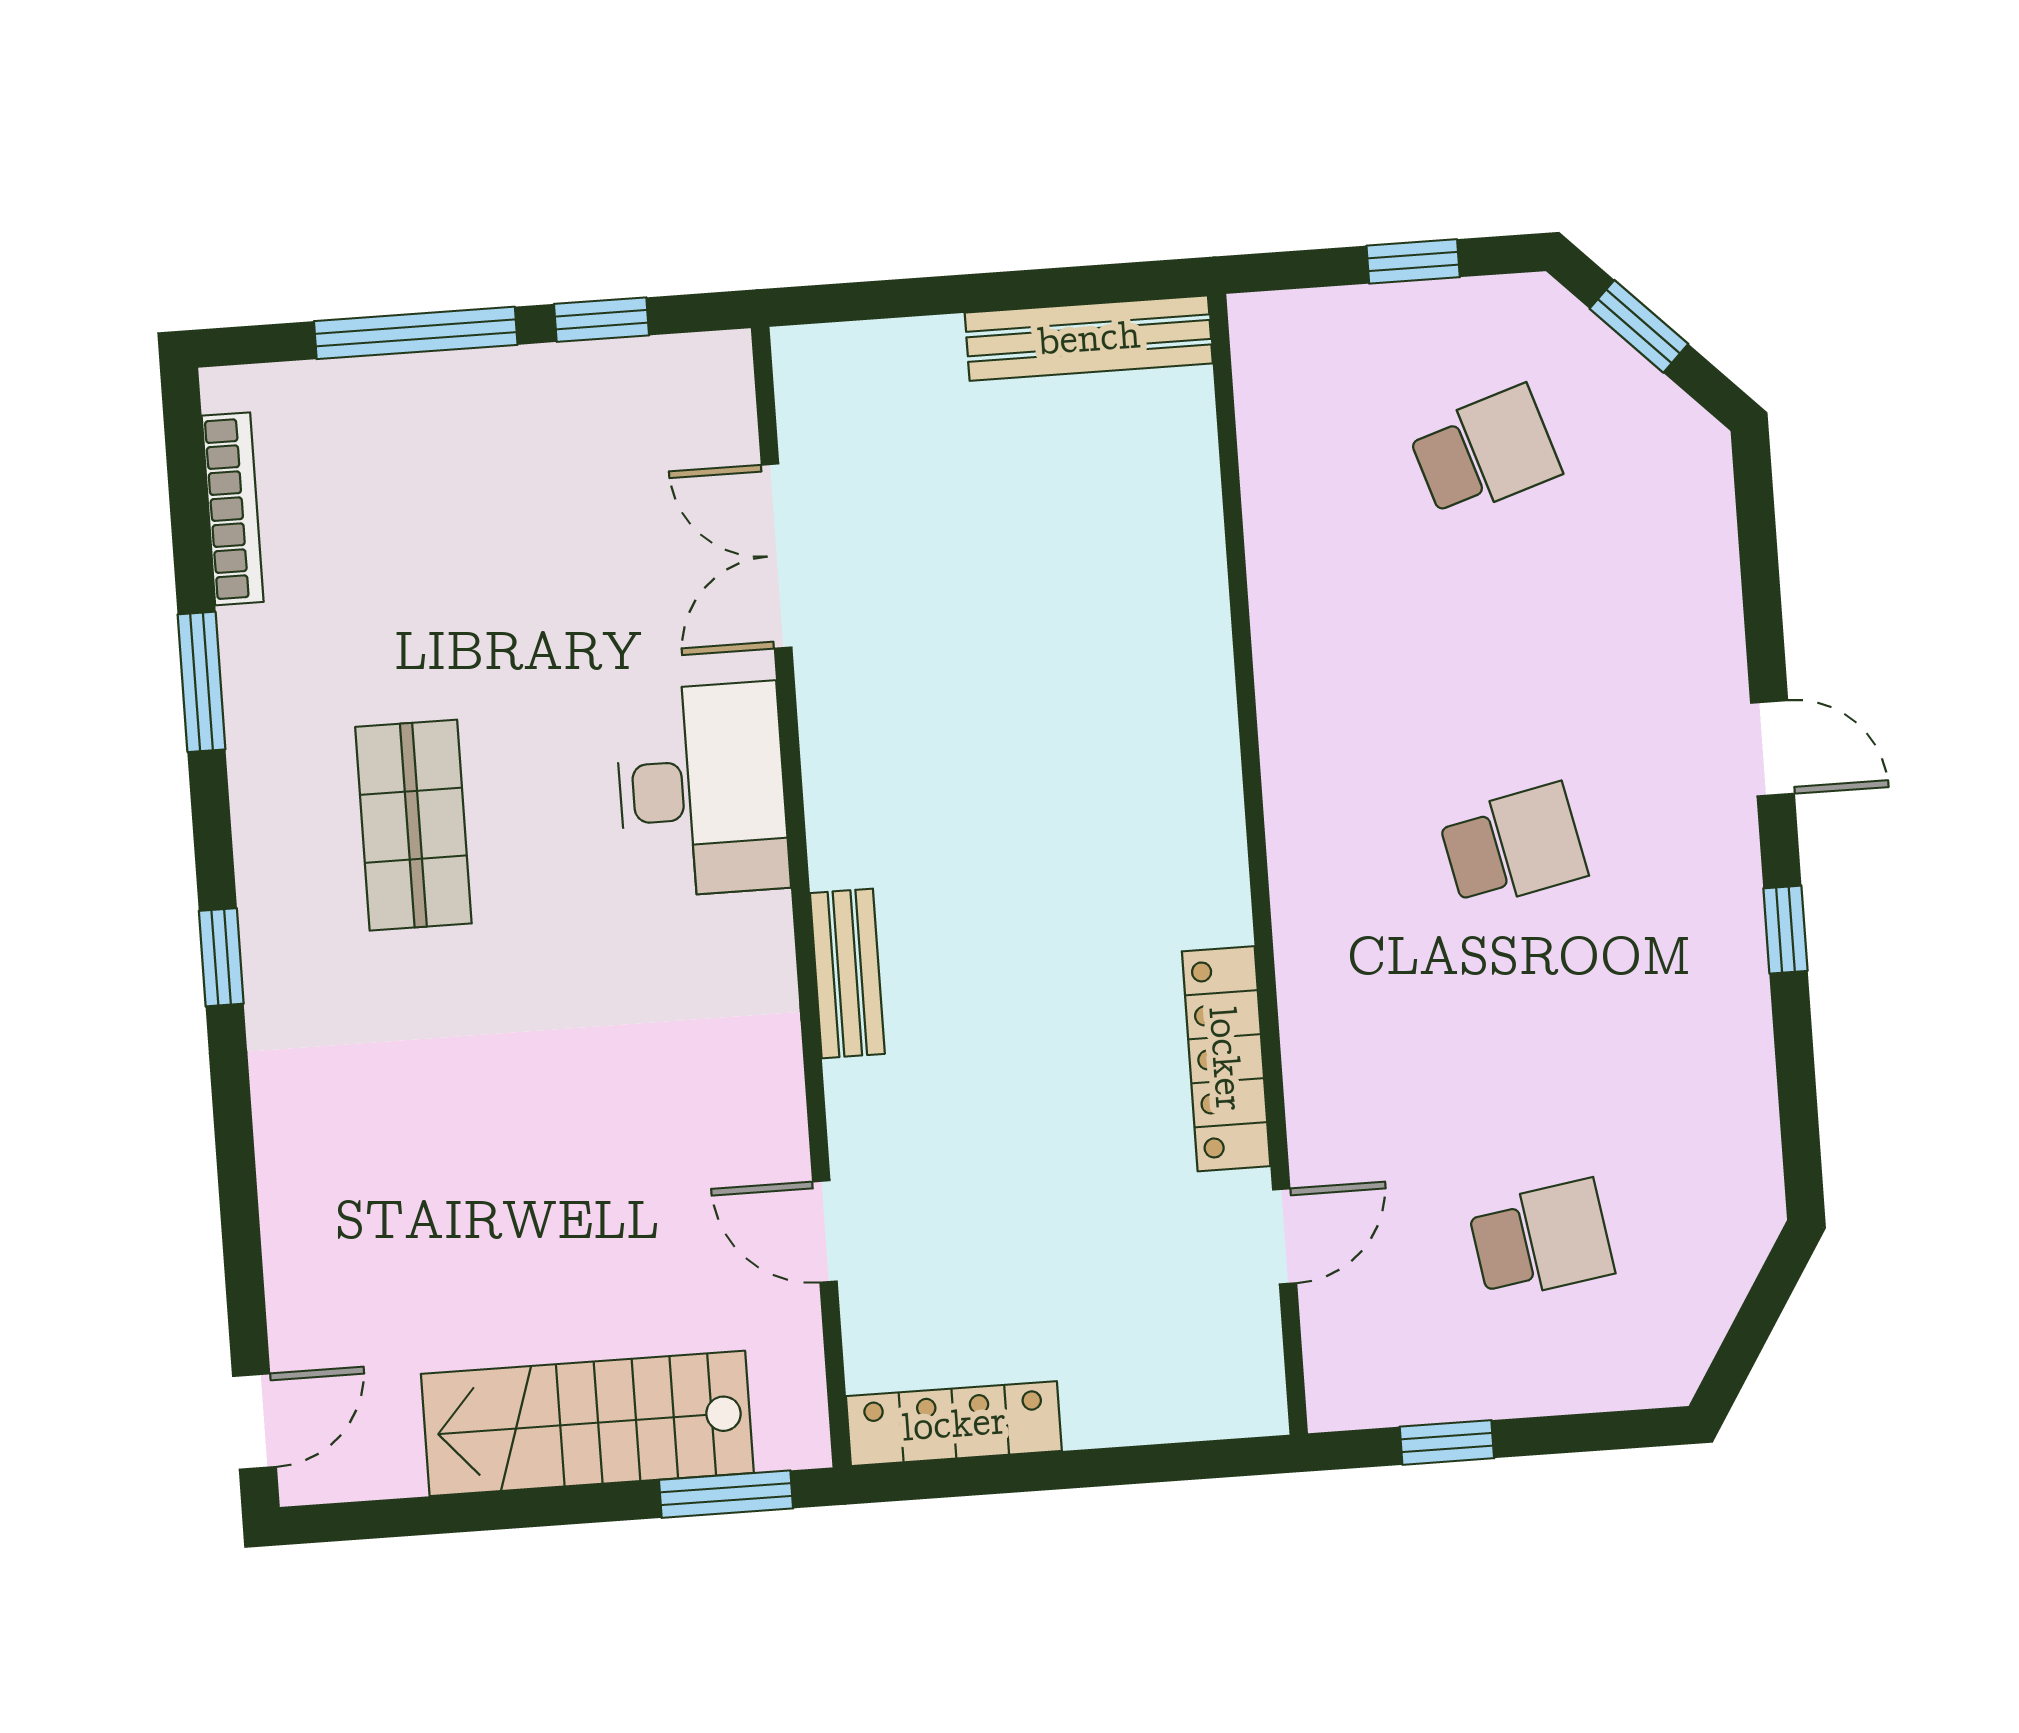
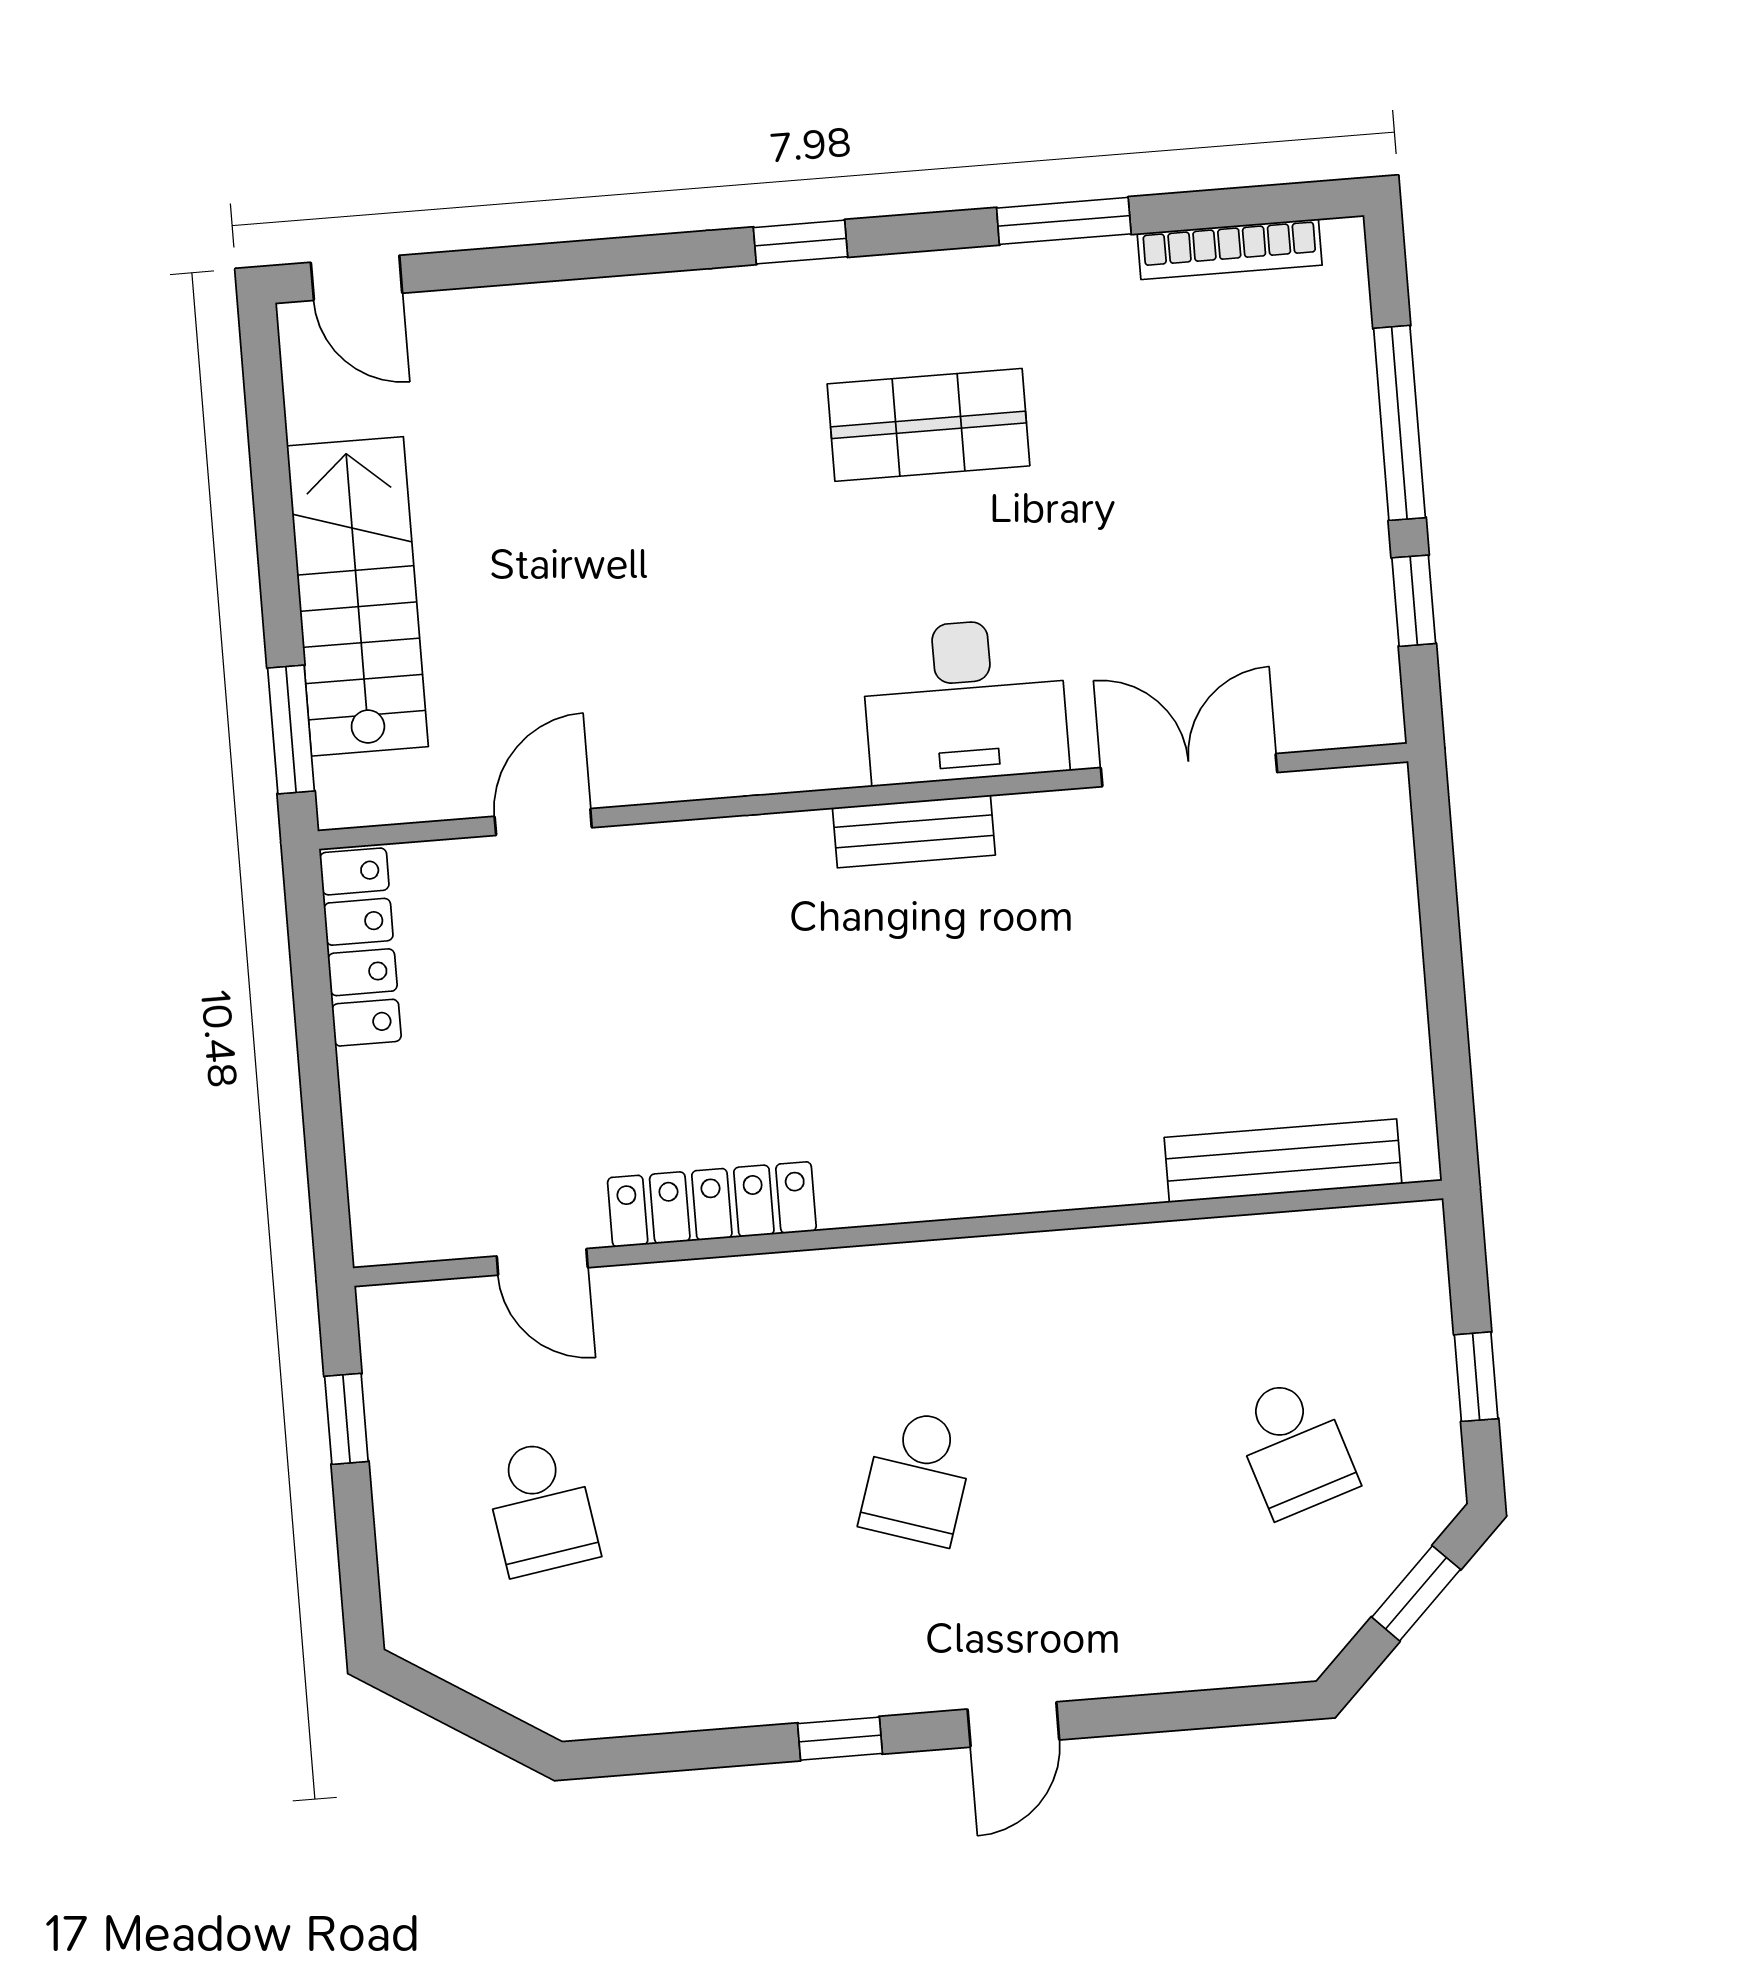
bench: (1089, 338) -> (1283, 1161), moved, turned 90
school desk: (1513, 846) -> (918, 1477), turned 30
bench: (847, 973) -> (914, 831), moved

